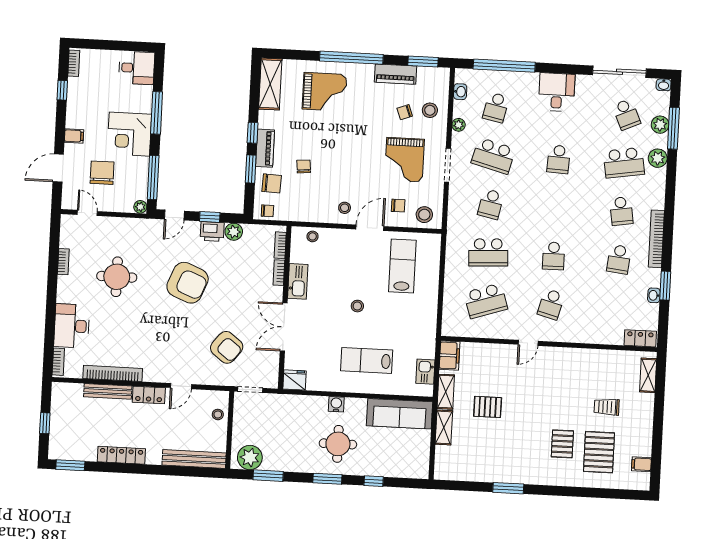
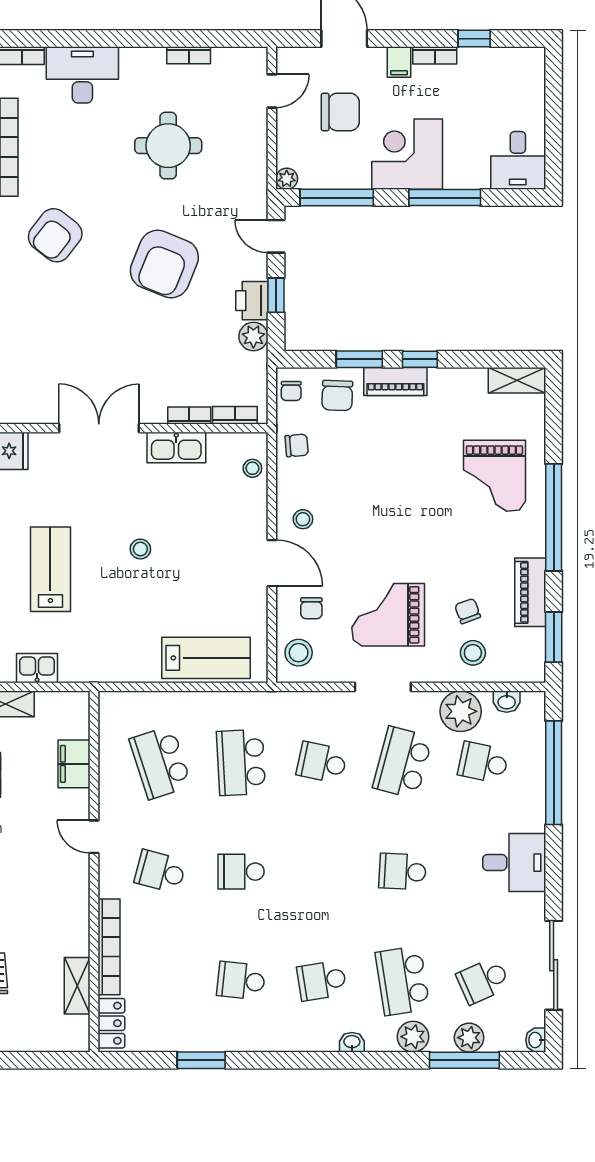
bookcase: (74, 63) -> (435, 55), moved
shelving: (270, 84) -> (517, 380), width x0.67, depth x0.75
plant: (459, 125) -> (461, 711), width x1.88, depth x1.88
chair: (304, 166) -> (297, 445), moved
bookcase: (656, 239) -> (109, 947), moved, turned 90
lab bench: (402, 266) -> (206, 658), moved
washbasin: (654, 295) -> (352, 1042), moved
armchair: (227, 347) -> (55, 235), moved
filing cabinet: (449, 356) -> (74, 764), moved, turned 90
shelving: (648, 375) -> (77, 986), moved, turned 90

